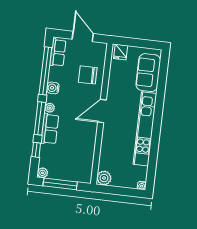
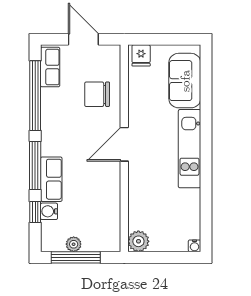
water cooler: (53, 88) -> (49, 211), moved
plant: (50, 108) -> (48, 148), removed
kitchen unit: (145, 129) -> (190, 149), width x0.73
plant: (43, 173) -> (74, 244), moved

